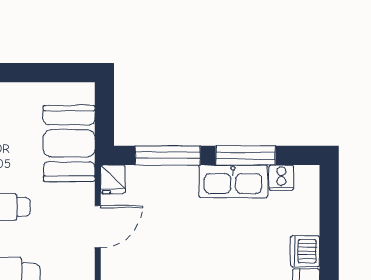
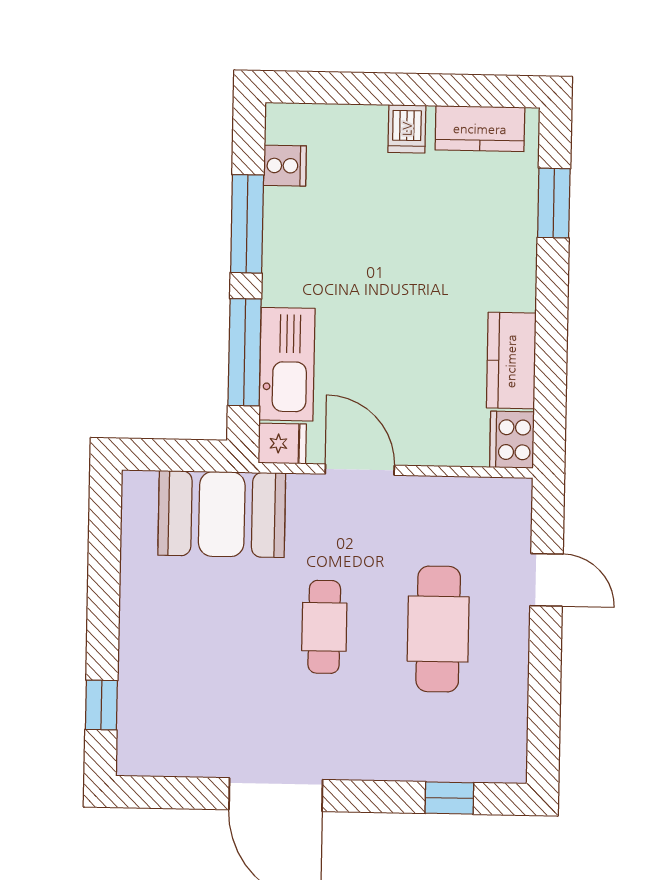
kitchen sink: (233, 181) -> (287, 364), moved
dishwasher: (305, 251) -> (407, 129), width x0.73

